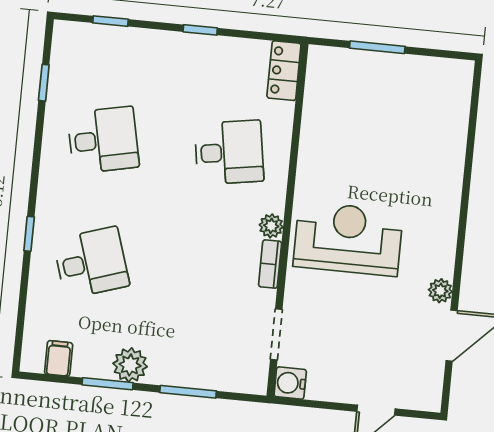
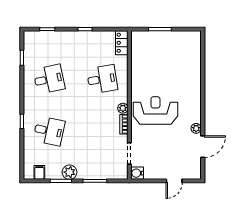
desk: (91, 263) -> (49, 131), turned 30

